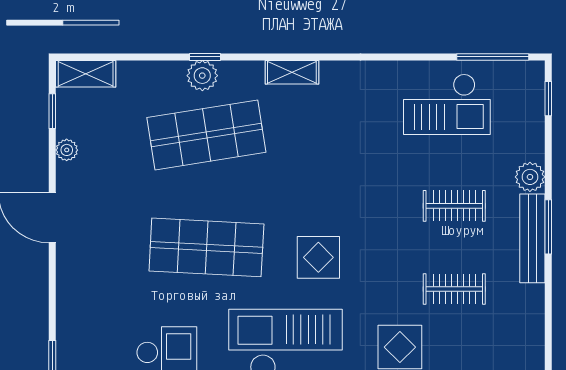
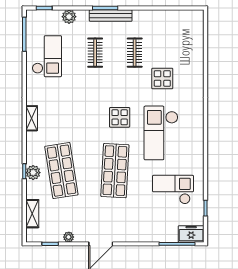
shelving: (292, 72) -> (32, 118), moved
shelving: (86, 74) -> (32, 214), moved
plant: (530, 177) -> (69, 17), moved

